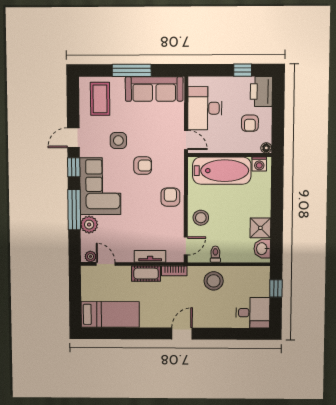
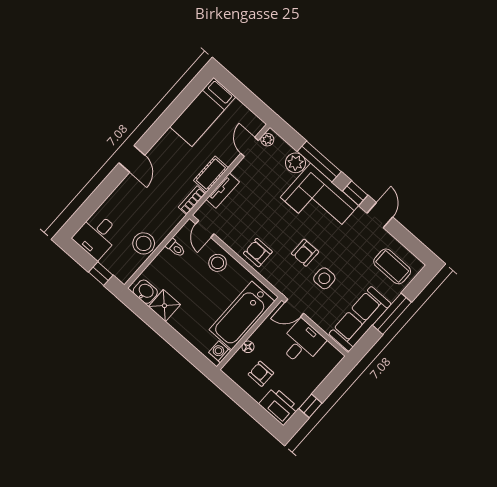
desk: (205, 108) -> (302, 343), width x0.73
side table: (118, 141) -> (324, 278), moved
floor lamp: (266, 148) -> (248, 347), moved
armchair: (170, 197) -> (258, 253), turned 180
door: (106, 264) -> (250, 147), swing flipped
stool: (214, 281) -> (144, 243), moved

